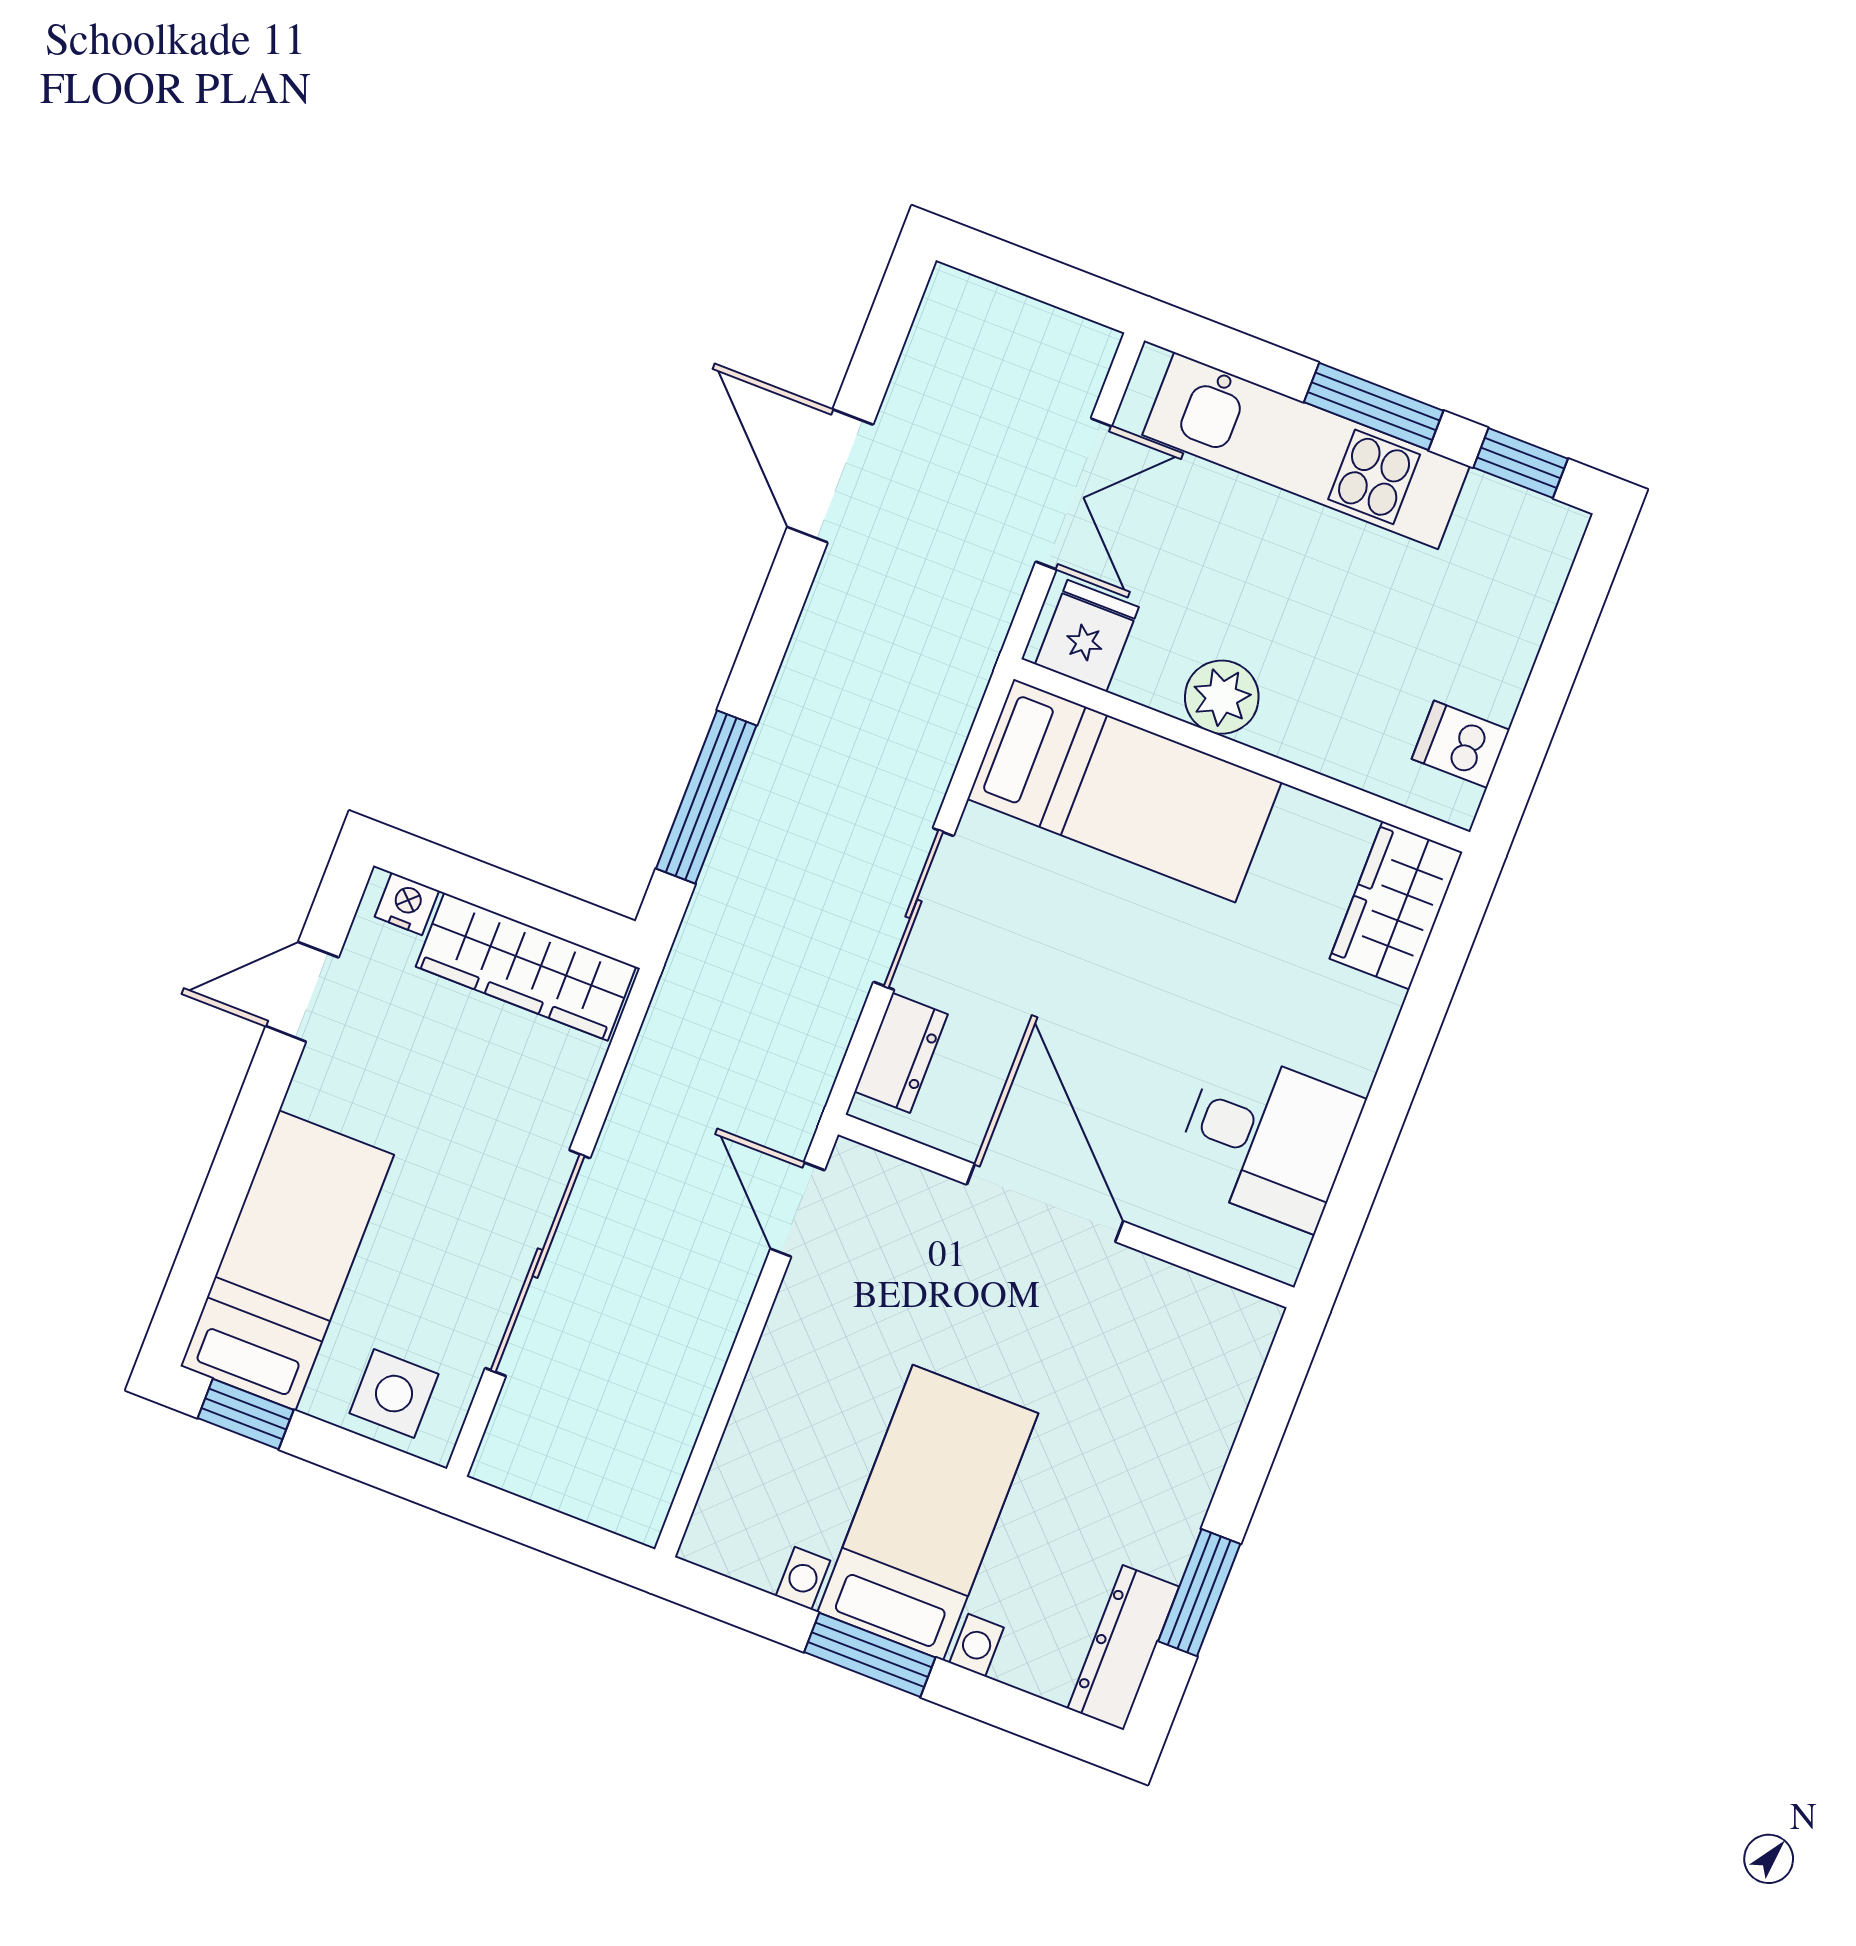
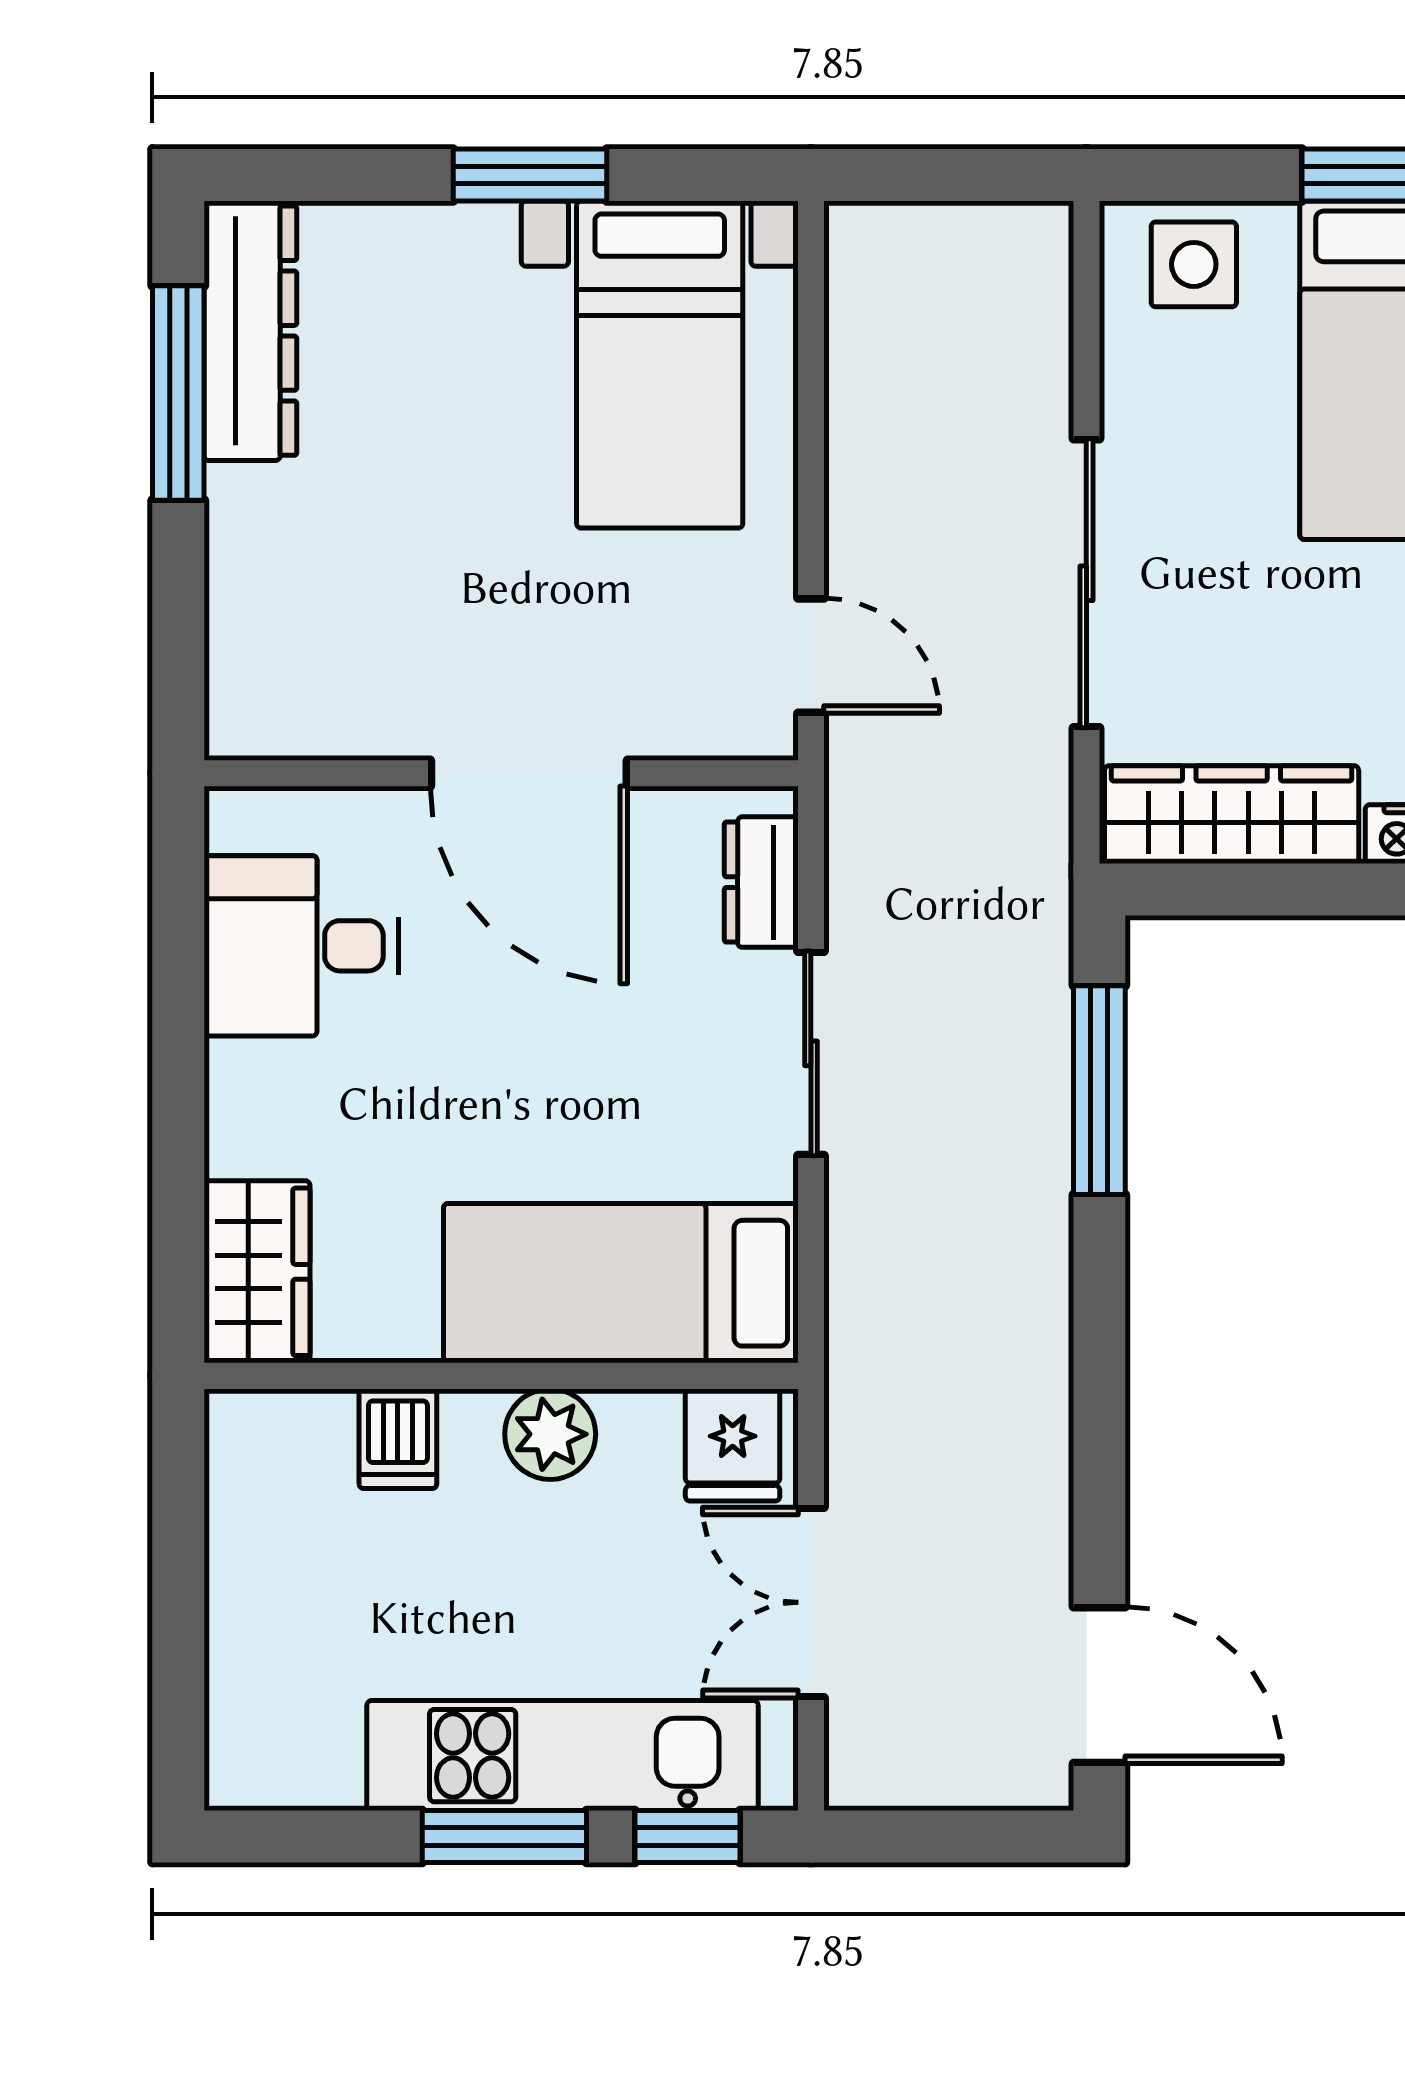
window: (1521, 463) -> (688, 1836), moved
door: (830, 476) -> (1099, 1685), moved
dishwasher: (1461, 744) -> (398, 1439), moved, turned 90
sliding door: (538, 1263) -> (1086, 583), moved
bed with nightstands: (928, 1513) -> (660, 365), moved
window: (1199, 1593) -> (178, 393), width x1.44
dresser: (1123, 1648) -> (250, 331), width x1.37, depth x1.24

